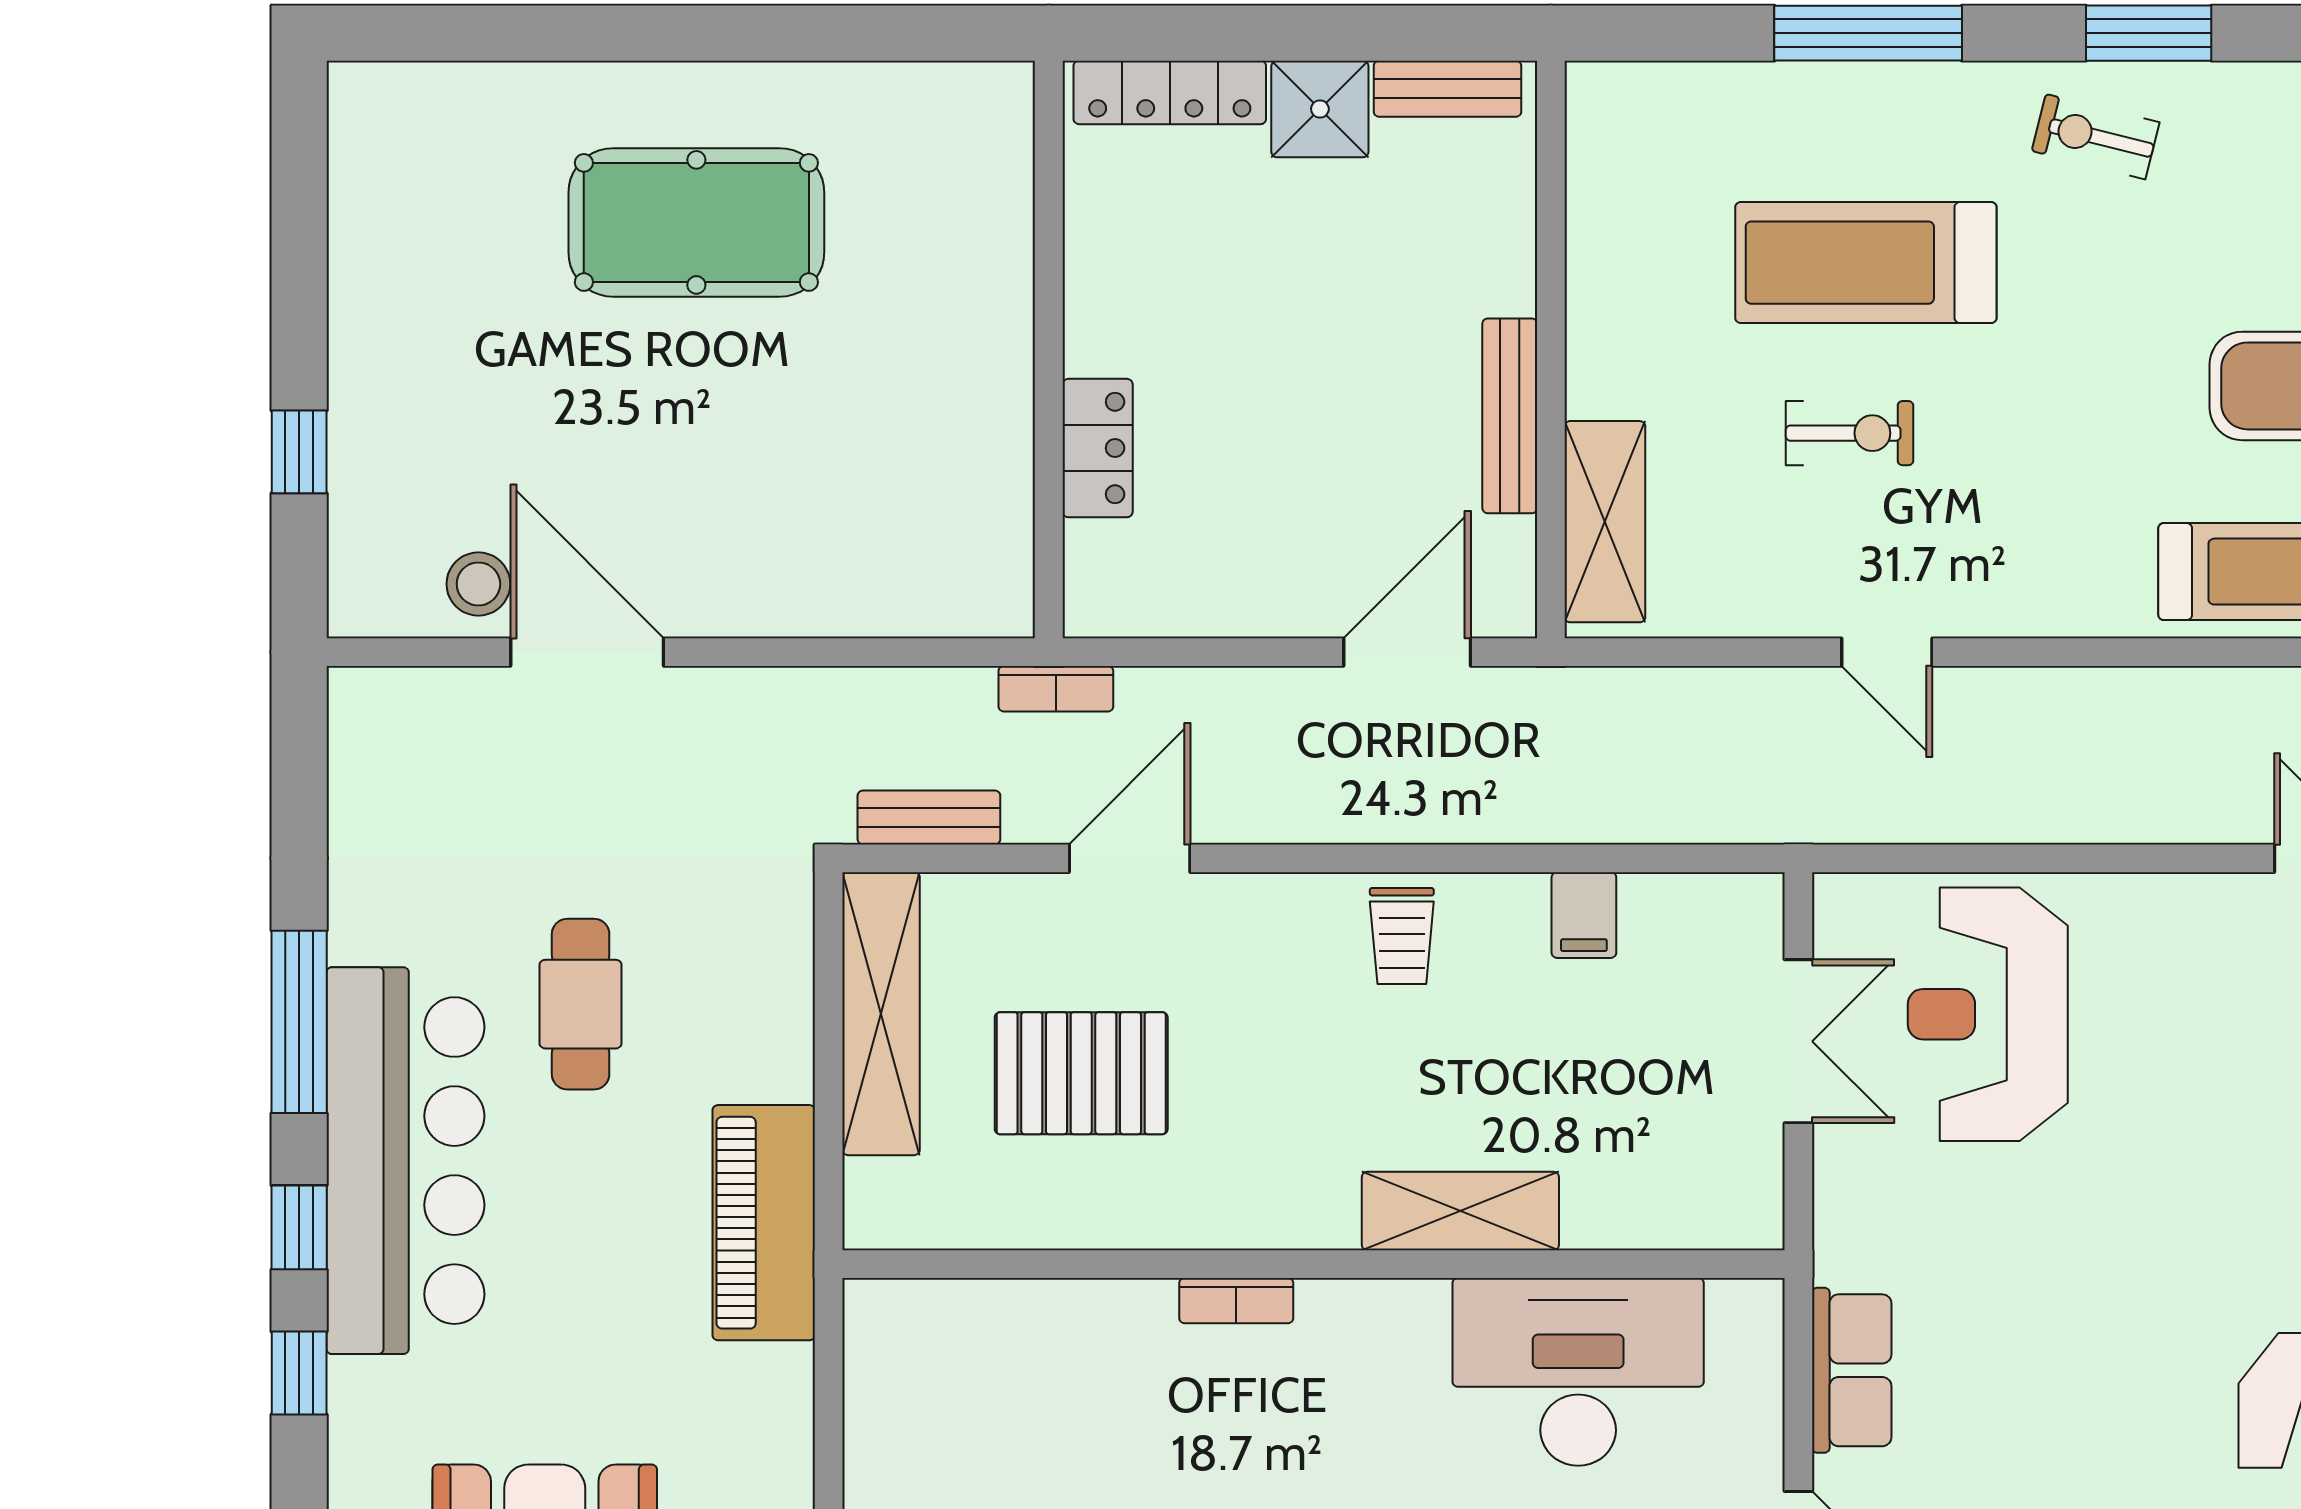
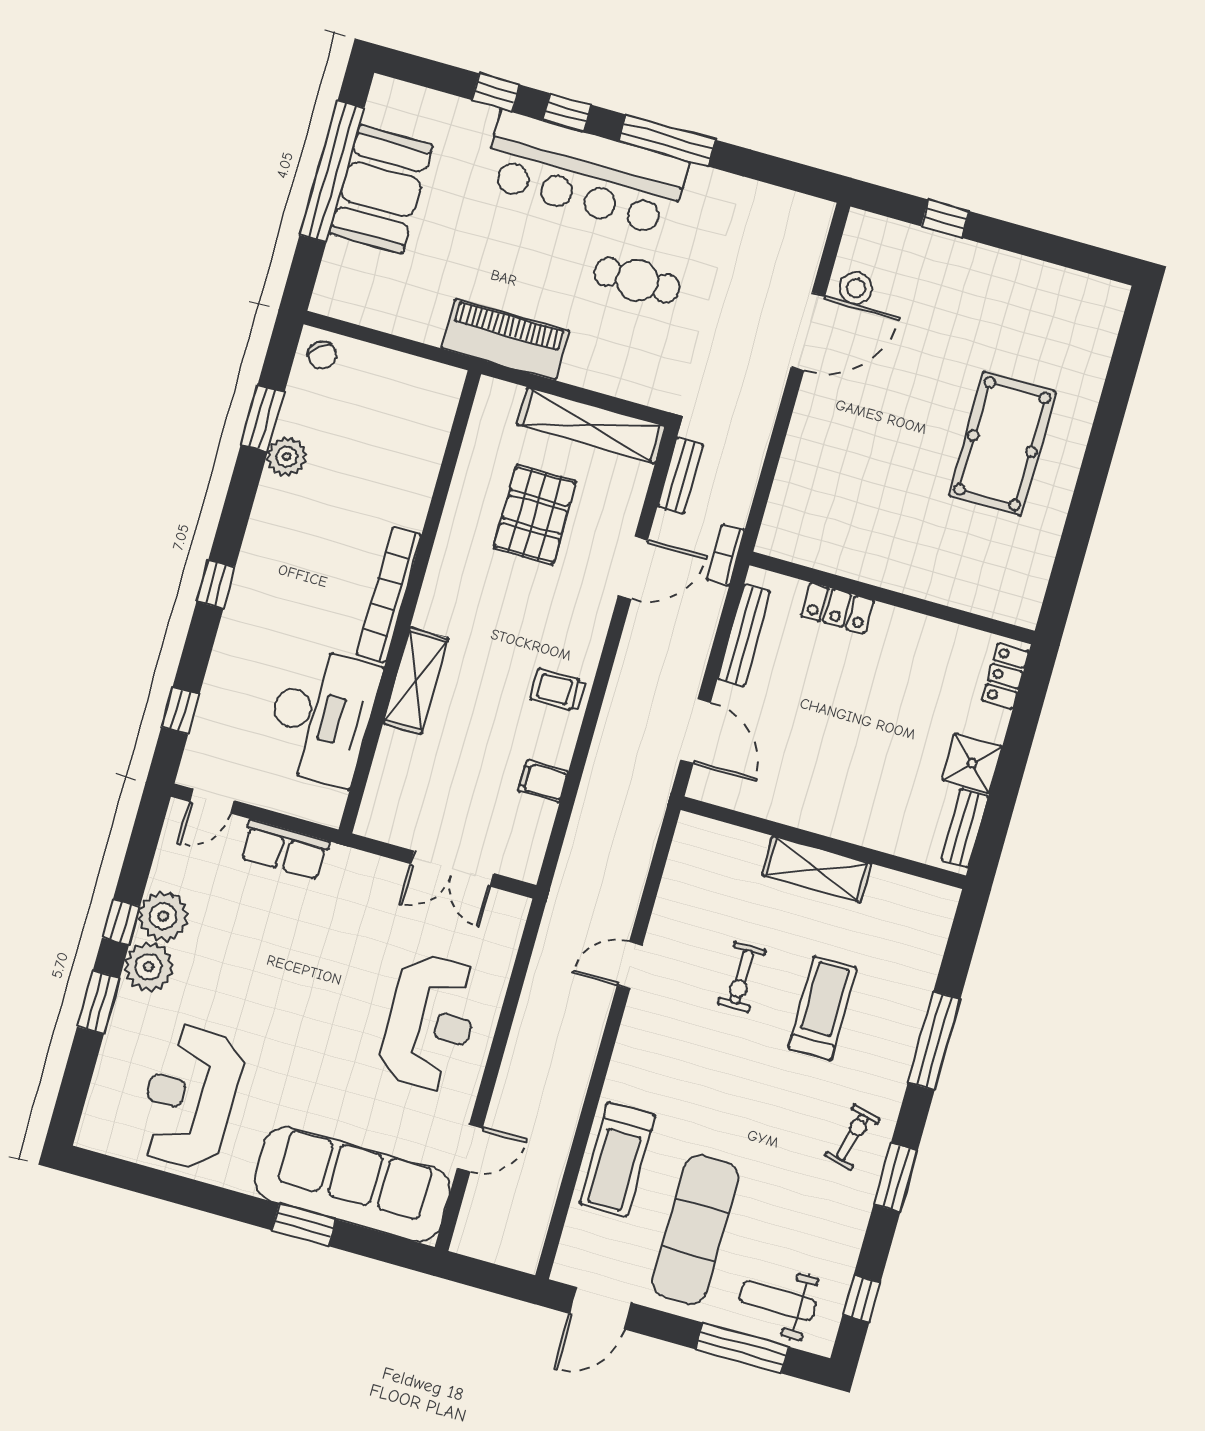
locker: (1170, 92) -> (1005, 676), width x0.66
treadmill: (1866, 263) -> (822, 1008), width x0.73, depth x0.73
bench: (1510, 416) -> (744, 635), moved, turned 90
shelving: (1605, 522) -> (817, 869), moved
door: (1130, 858) -> (633, 568), hinge flipped
reception desk: (1988, 1014) -> (430, 1023), moved, turned 90
bookcase: (1236, 1301) -> (389, 595), width x2.31, depth x1.31

